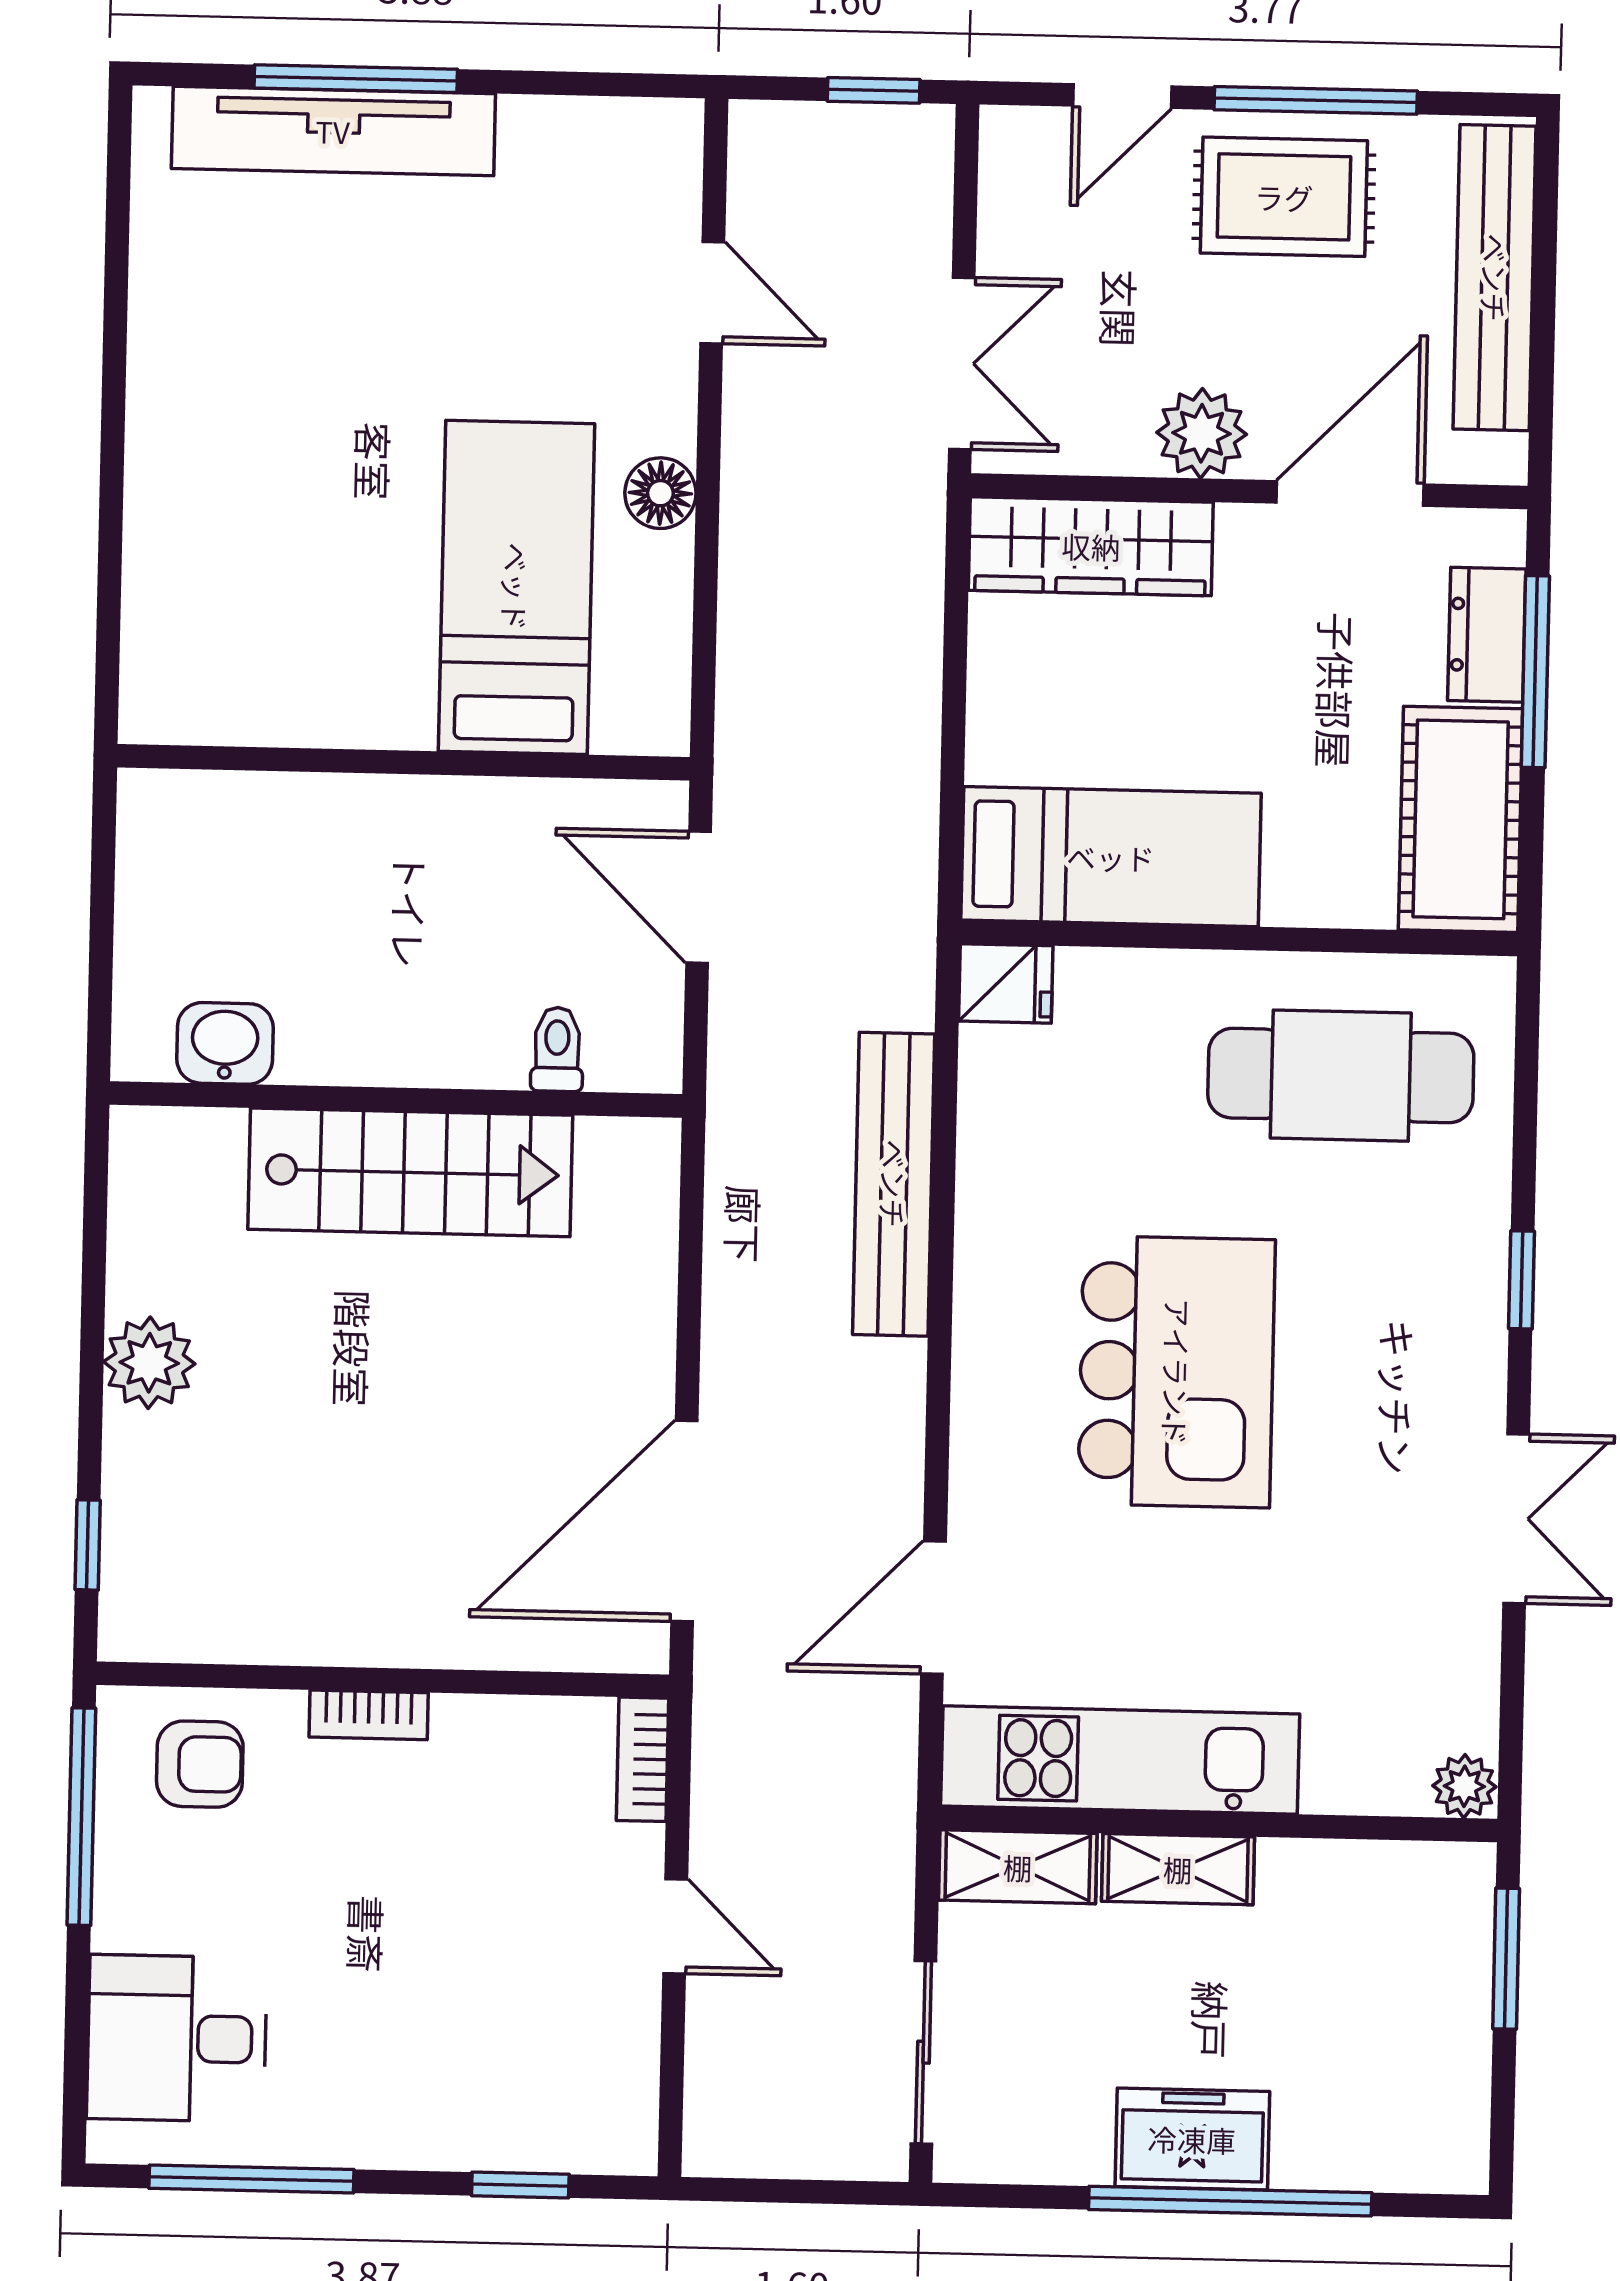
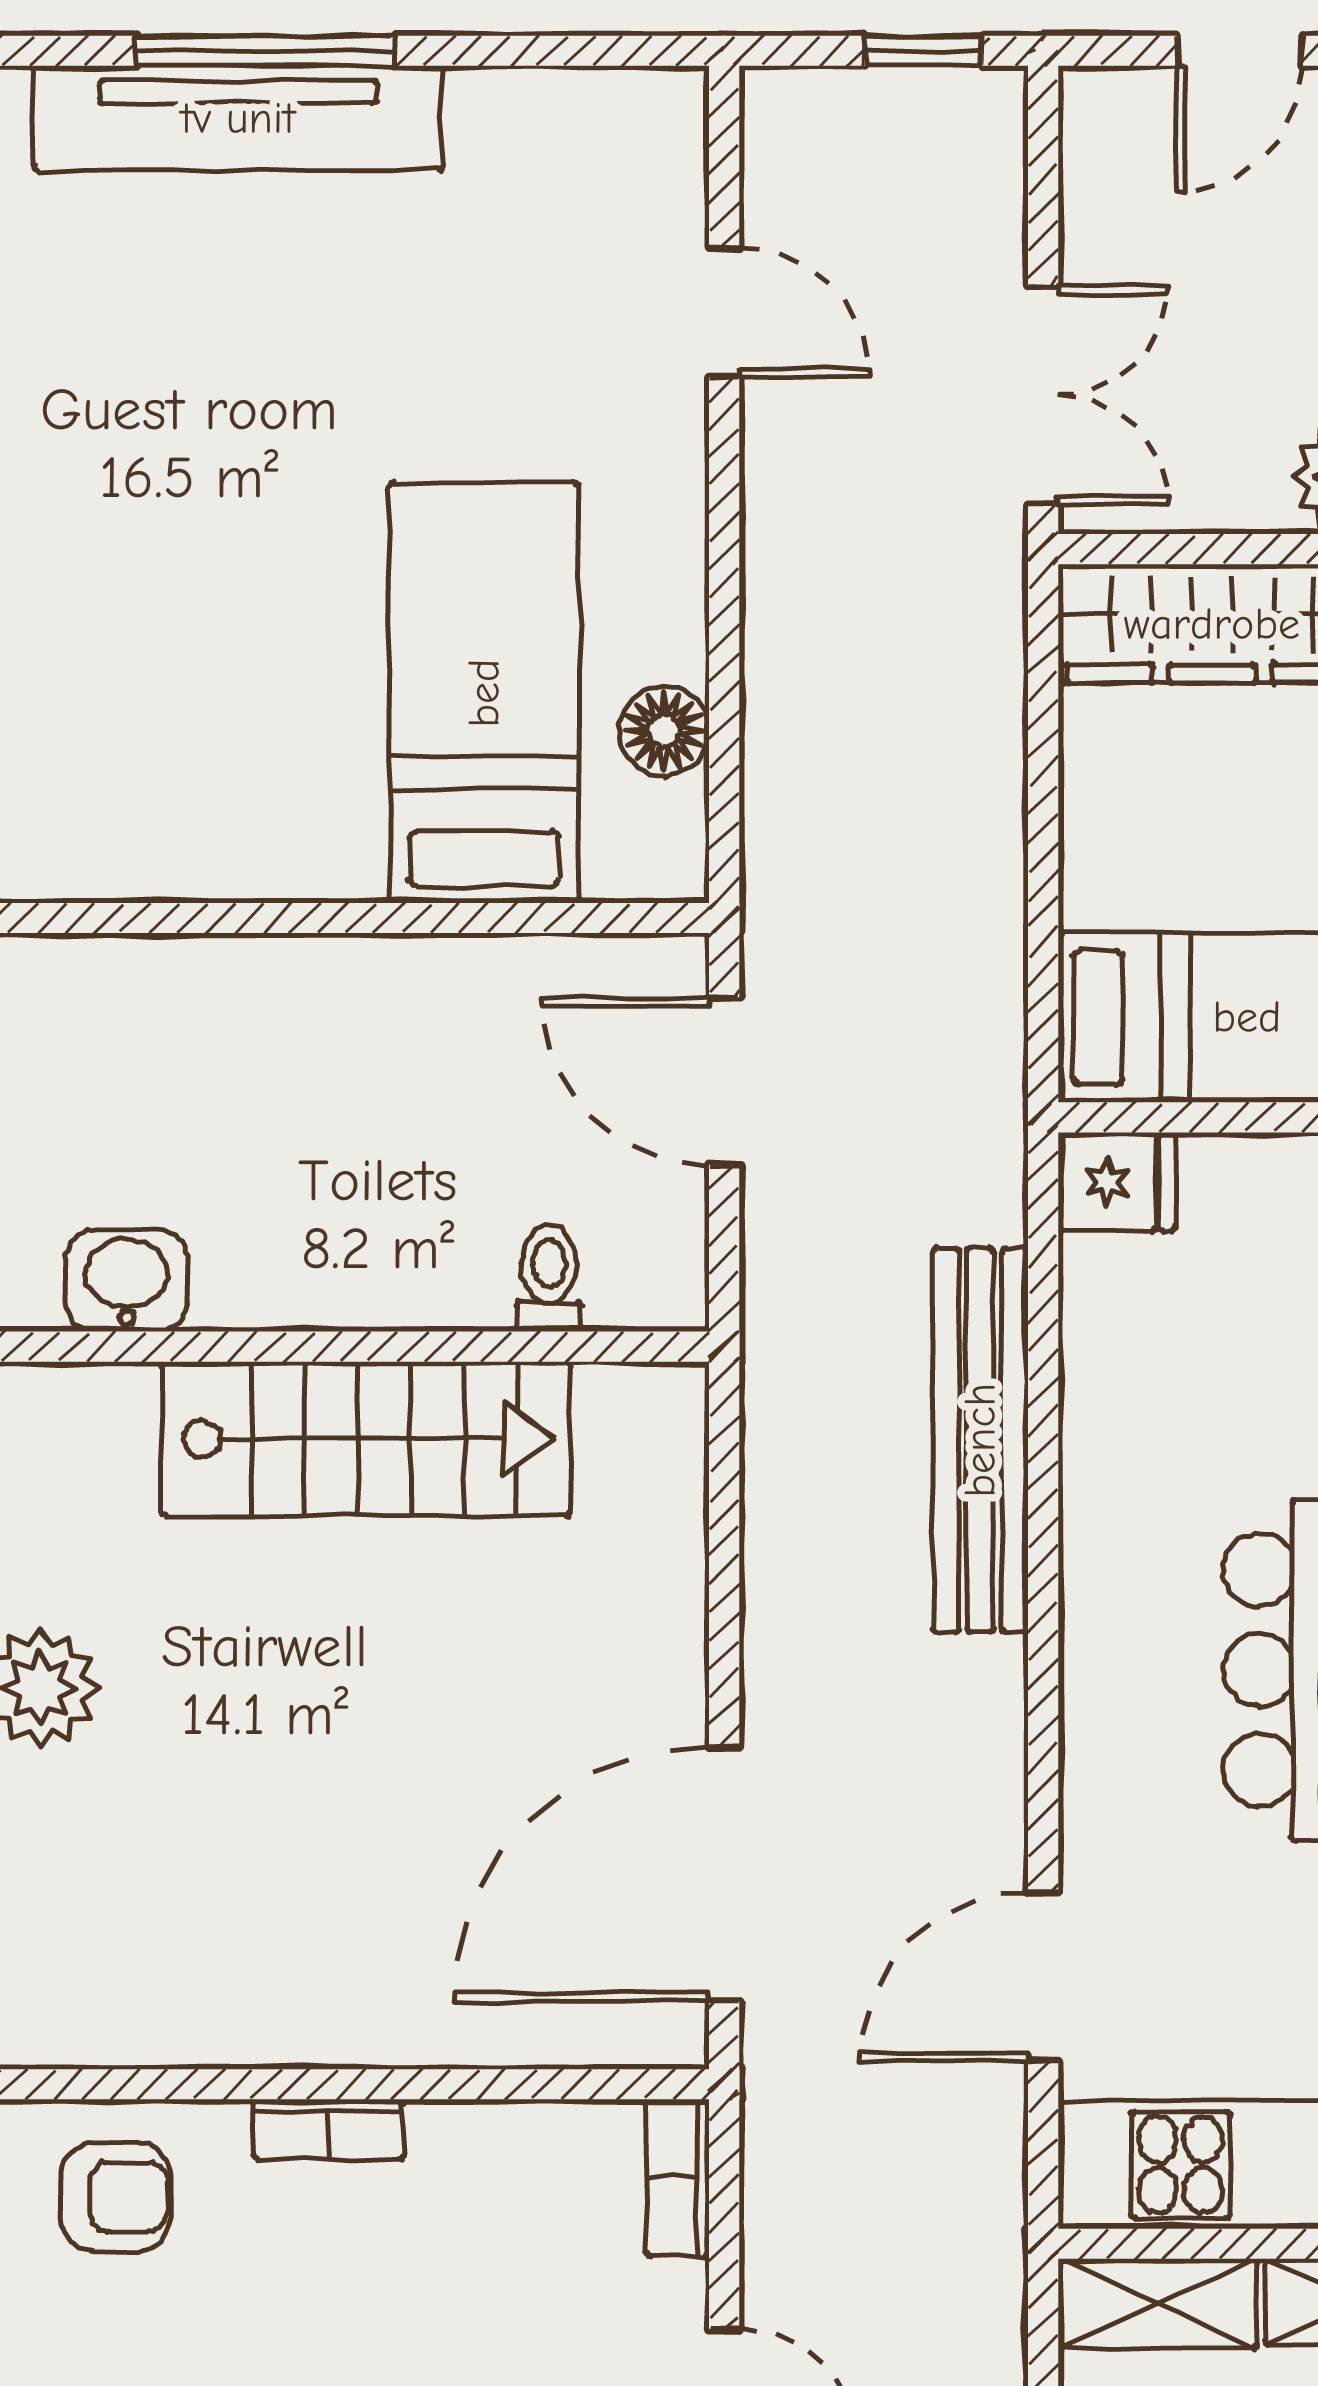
floor lamp: (660, 493) -> (664, 731), moved

